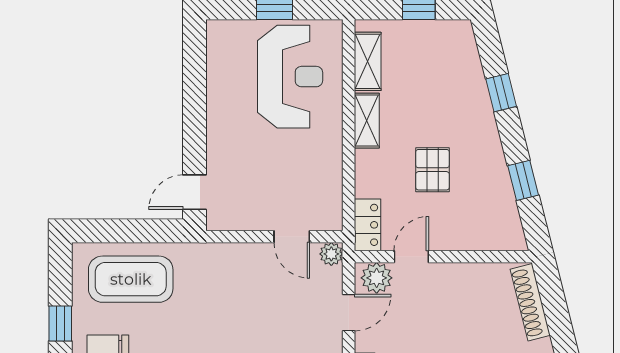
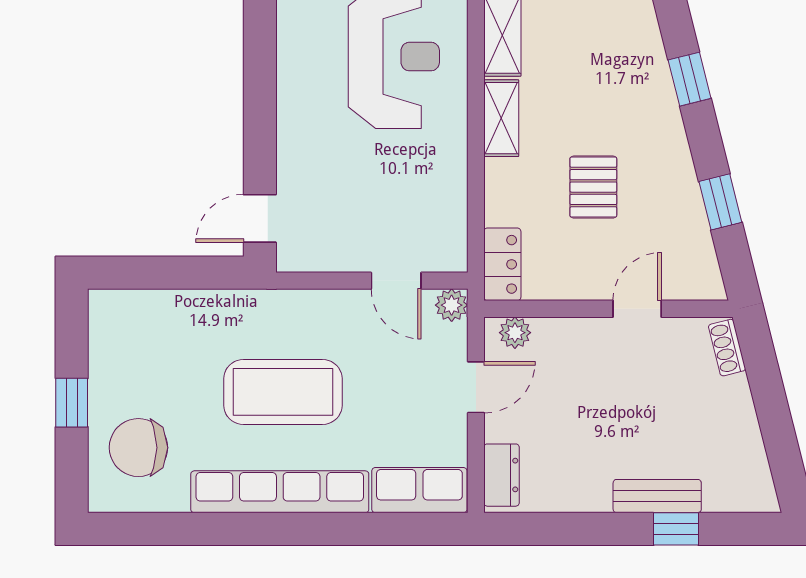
door: (411, 257) -> (637, 309), moved
plant: (377, 278) -> (515, 333), width x0.73, depth x0.73
coffee table: (131, 279) -> (283, 392), moved
shoe rack: (530, 302) -> (727, 348), width x0.51, depth x0.81

